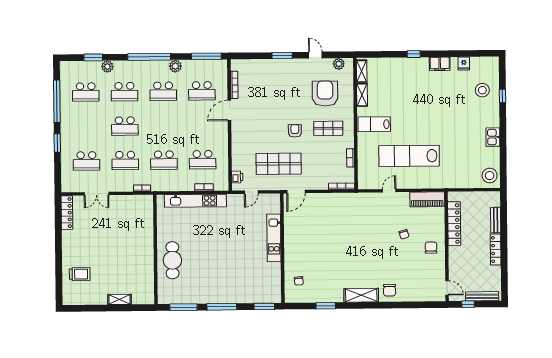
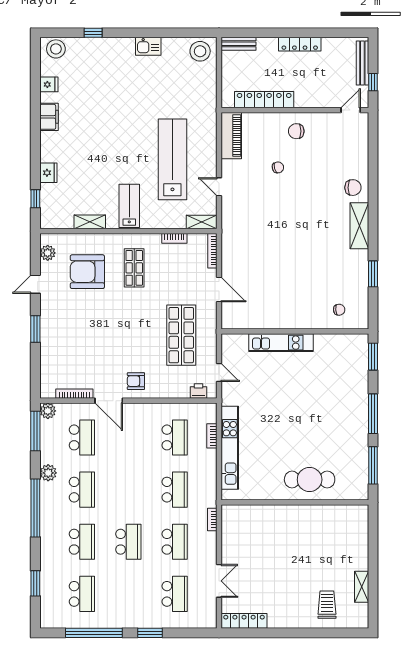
window: (414, 54) -> (35, 199), moved
fridge: (398, 64) -> (48, 173), added
plant: (107, 66) -> (48, 411), moved
shelving: (362, 71) -> (202, 222), moved
stool: (482, 90) -> (56, 49), moved
lab bench: (374, 124) -> (129, 206), turned 180
armchair: (295, 131) -> (136, 381), moved
lab bench: (409, 156) -> (172, 159), turned 180
door: (296, 192) -> (219, 290), moved
bench: (496, 220) -> (239, 44), moved
shelving: (119, 299) -> (362, 587), moved

